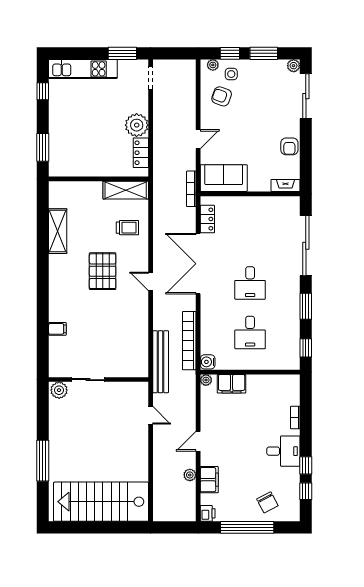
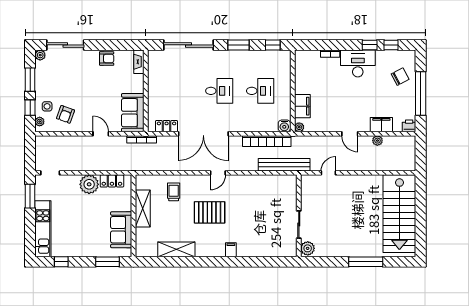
sofa: (82, 164) -> (121, 230), added
shelving: (126, 190) -> (143, 209), moved
filing cabinet: (57, 329) -> (231, 250), moved
desk: (283, 451) -> (358, 63), width x1.37

